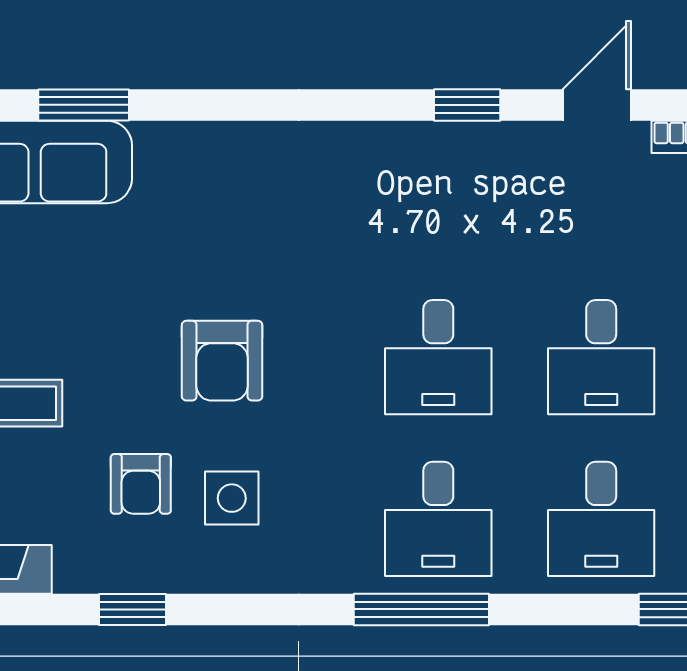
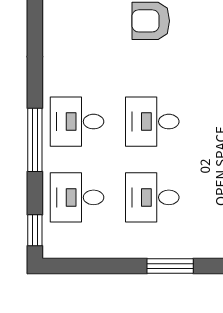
side table: (232, 498) -> (87, 25), removed
window: (421, 609) -> (35, 140), moved

